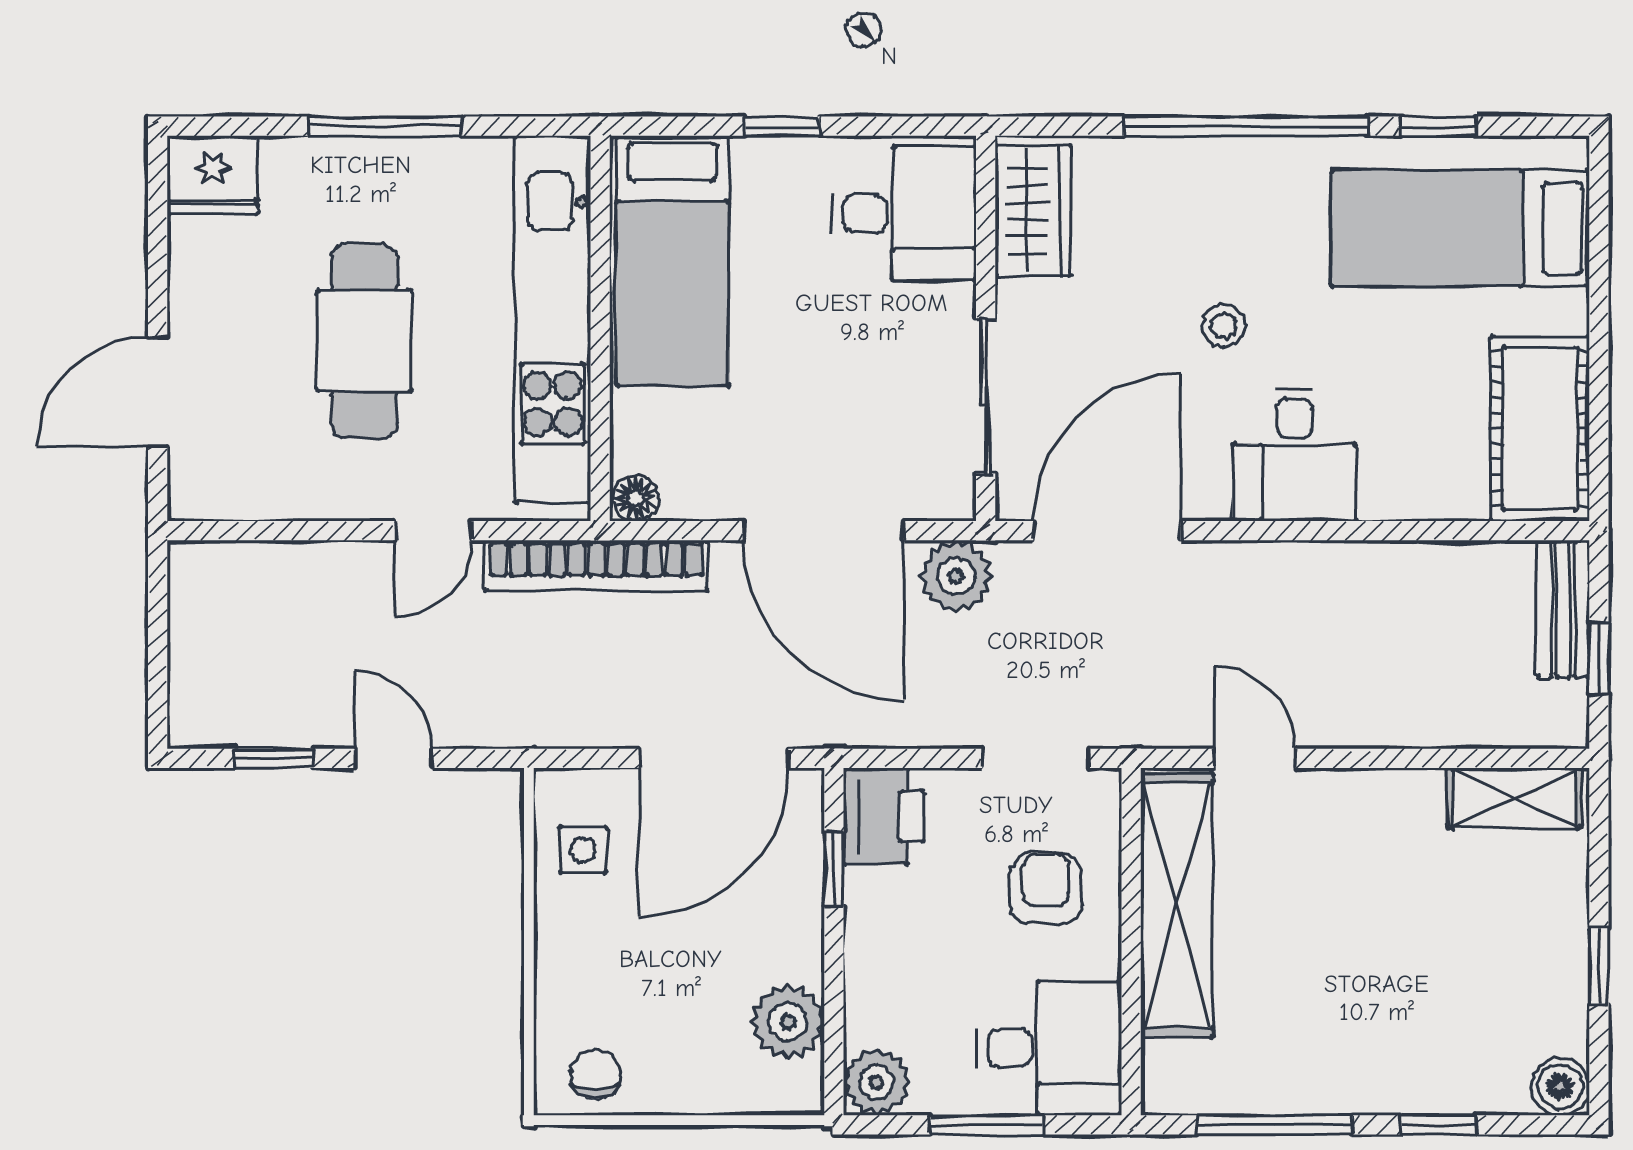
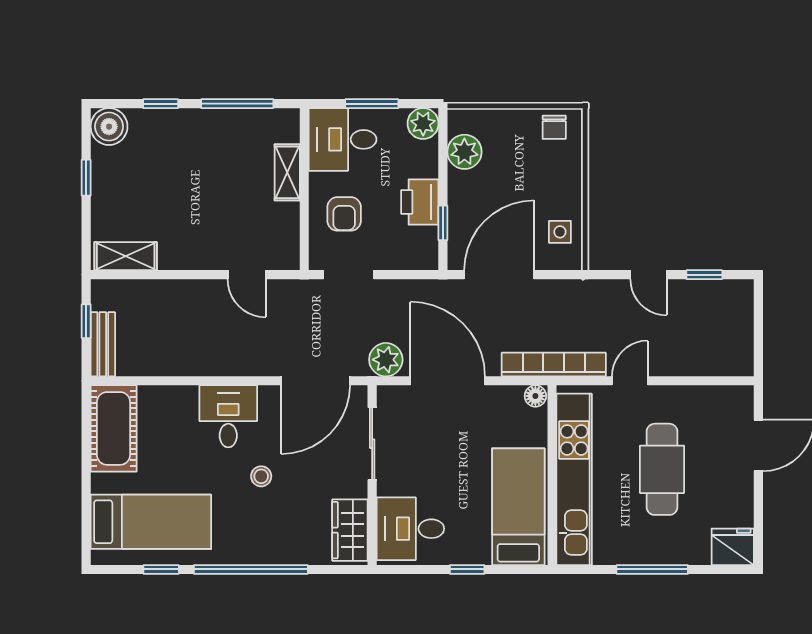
printer: (884, 816) -> (420, 202), moved
shelving: (1177, 905) -> (287, 172), width x0.45, depth x0.75
boiler: (1560, 1086) -> (109, 127), width x1.36, depth x1.36

